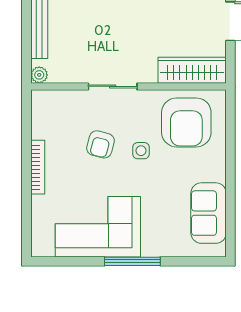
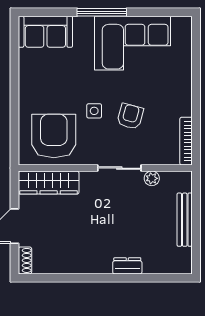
plant: (39, 75) -> (152, 178), moved
bookcase: (38, 167) -> (186, 141), moved
sofa: (209, 213) -> (45, 32), moved, turned 90

